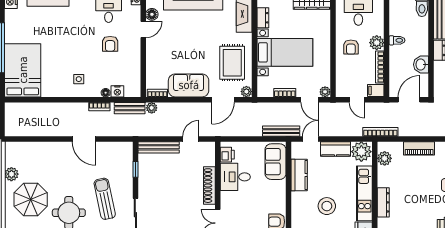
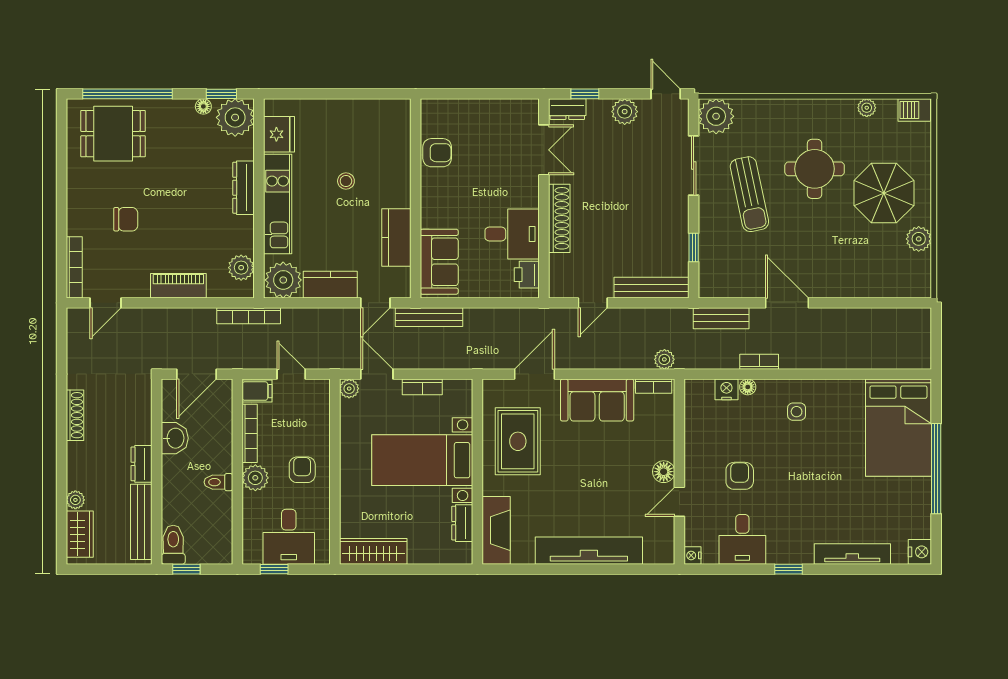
floor lamp: (152, 14) -> (664, 472), moved
plant: (246, 92) -> (492, 389), removed
bench: (130, 108) -> (721, 318), moved
stool: (327, 206) -> (346, 181), width x0.53, depth x0.53

